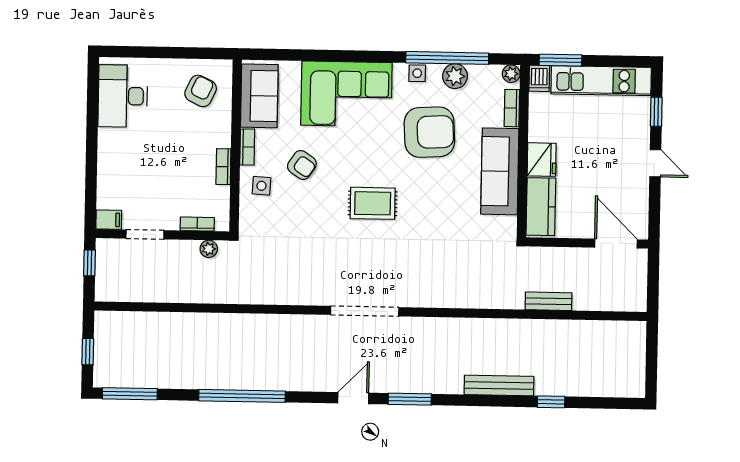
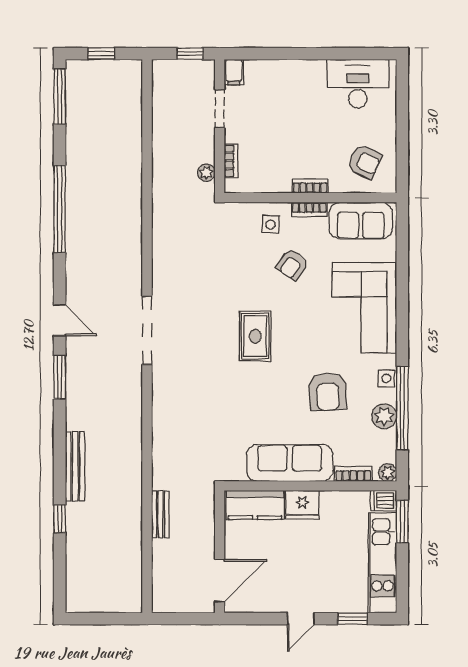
armchair: (429, 132) -> (328, 392), width x0.73, depth x0.73
bookcase: (223, 167) -> (310, 186), moved

